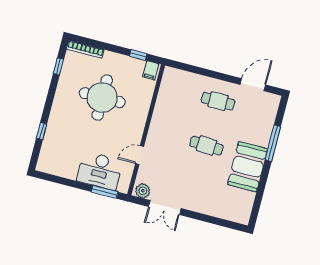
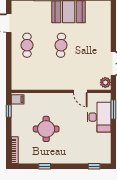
window: (58, 66) -> (45, 166), moved
round table: (102, 98) -> (46, 129), width x0.73, depth x0.73
window: (42, 131) -> (94, 166), moved

